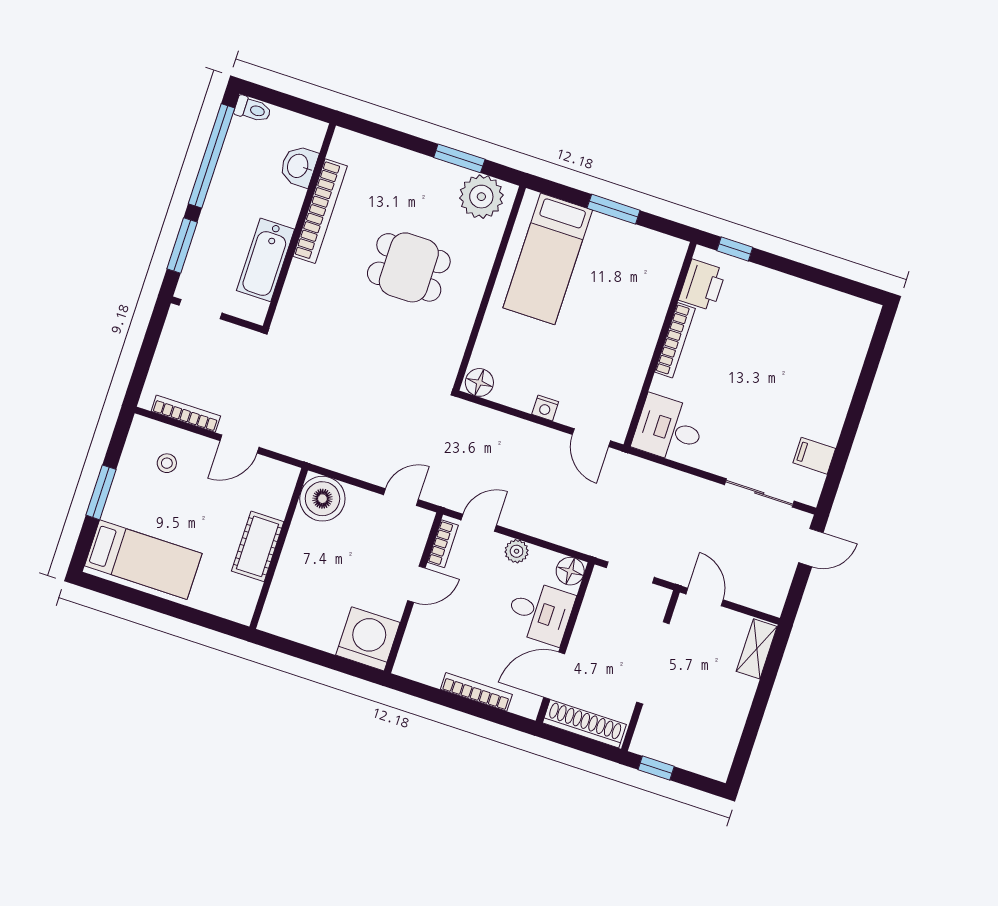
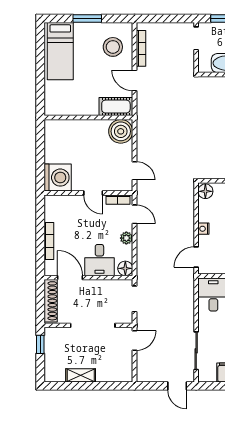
stool: (167, 463) -> (113, 47), width x1.89, depth x1.89
cot: (258, 546) -> (116, 107), moved
shelving: (757, 649) -> (81, 375), moved

